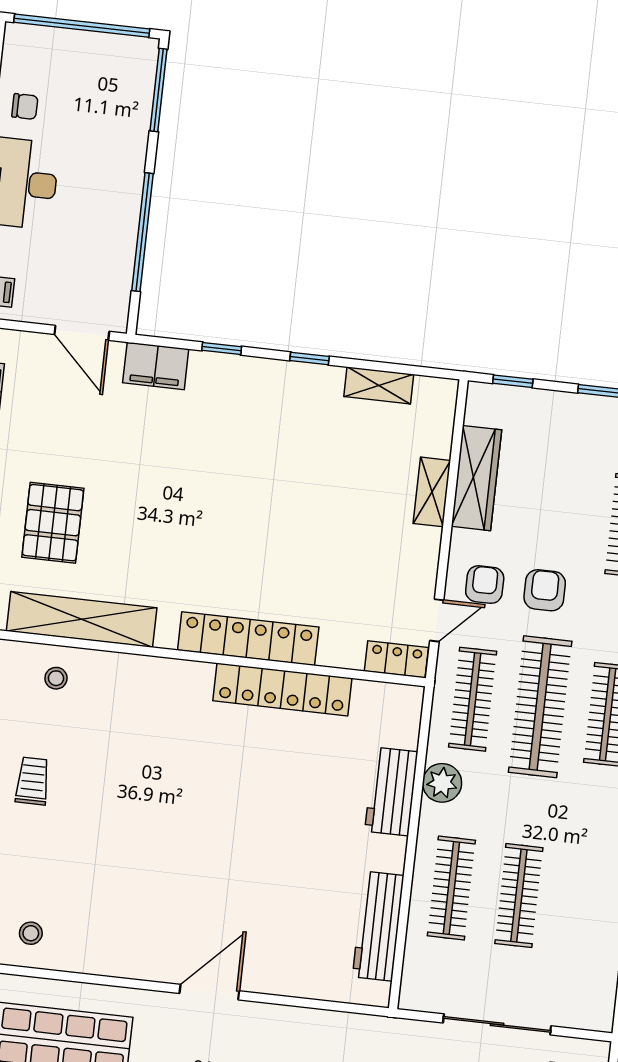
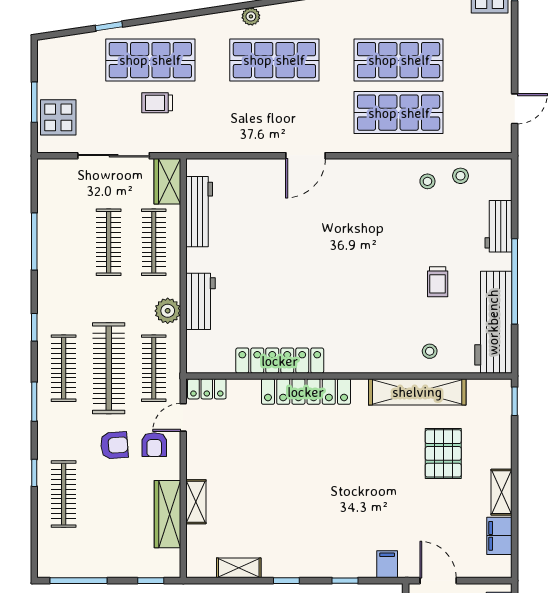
filing cabinet: (156, 366) -> (387, 564), width x0.50
armchair: (545, 590) -> (114, 445), turned -94
wardrobe: (421, 977) -> (167, 181), added

